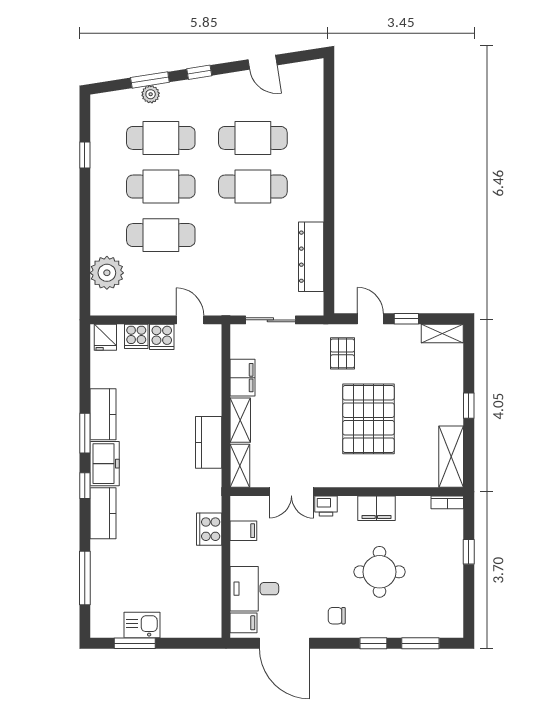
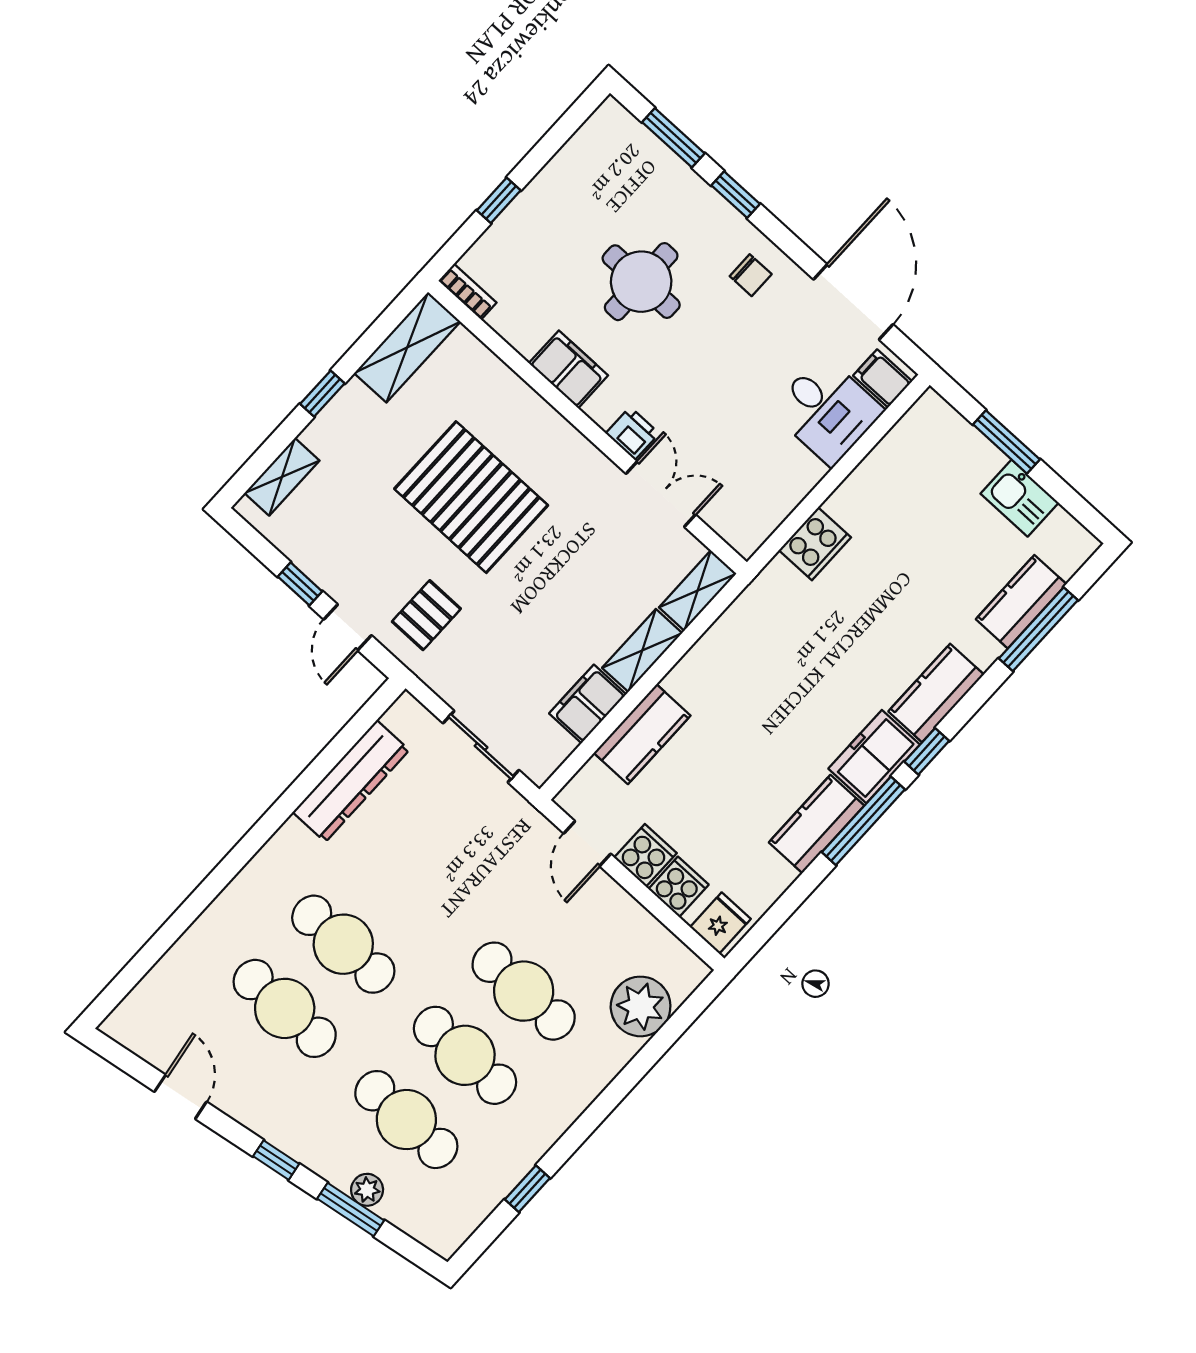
shelving: (442, 333) -> (282, 477), moved, turned 90
pallet: (368, 419) -> (471, 497), turned 90
window: (85, 433) -> (863, 821), width x1.44
kitchen counter: (209, 442) -> (642, 734), moved
filing cabinet: (243, 531) -> (771, 500), removed
kitchen counter: (102, 583) -> (1021, 602), added
window: (135, 643) -> (1006, 442), moved

